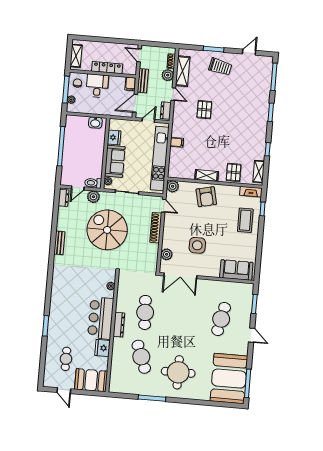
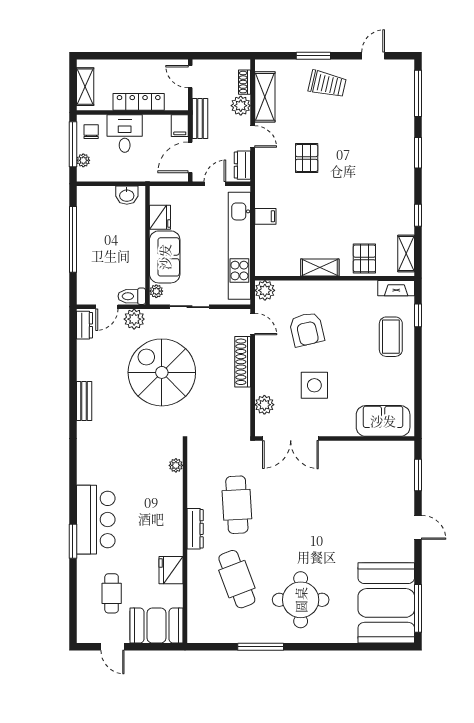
armchair: (206, 197) -> (307, 329), moved
bar counter: (101, 318) -> (96, 520), moved, turned 180
cafe table: (221, 319) -> (365, 505), removed

